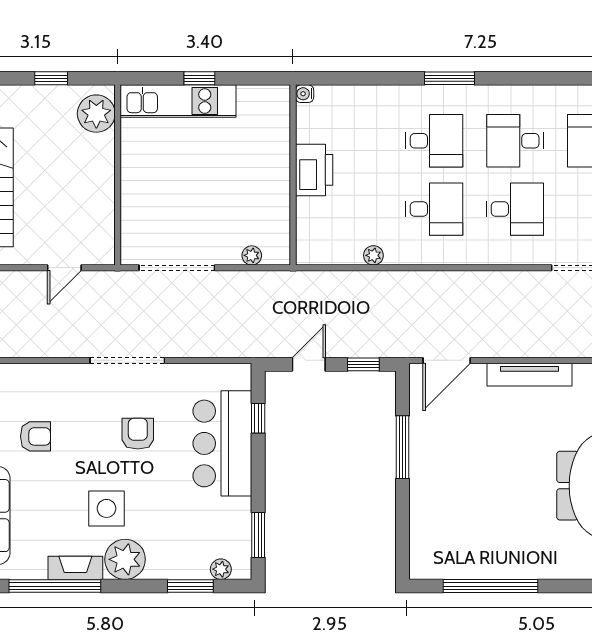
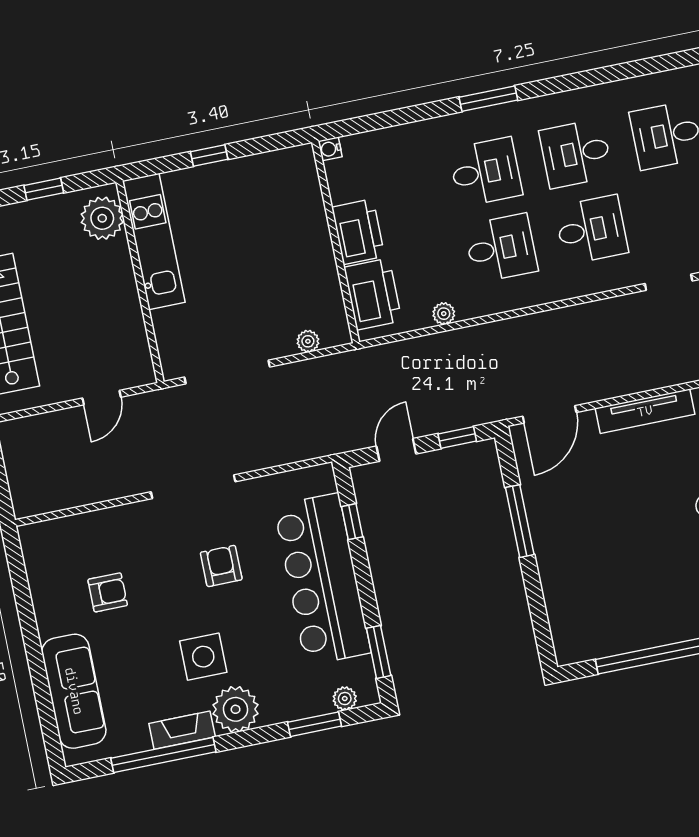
kitchen unit: (178, 101) -> (154, 241), moved, turned -90
printer: (316, 226) -> (373, 294), added
bar counter: (222, 443) -> (322, 579), width x1.36

